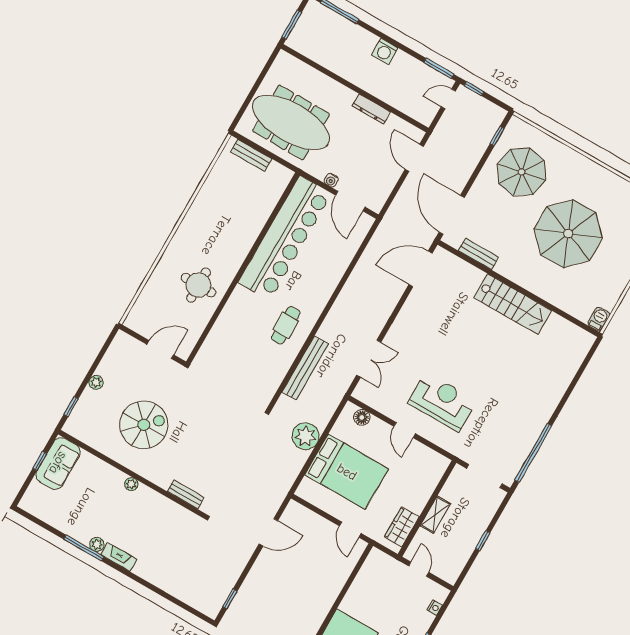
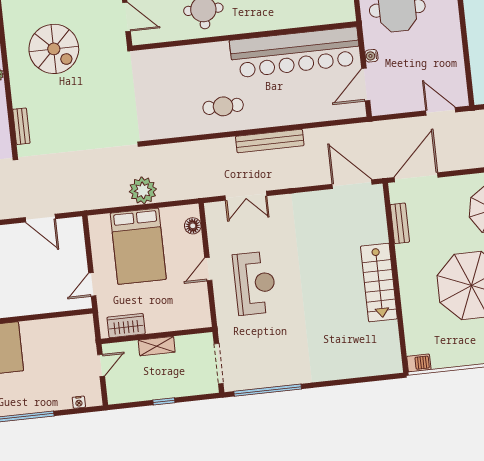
dresser: (371, 109) -> (455, 46), removed
door: (414, 158) -> (441, 111), hinge flipped
bench: (305, 368) -> (270, 141), moved

